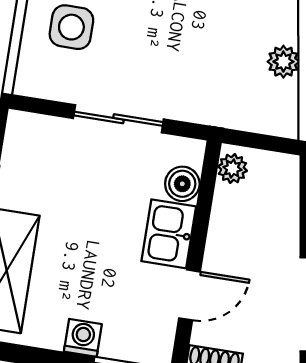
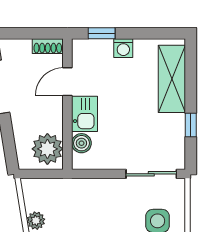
sliding door: (118, 119) -> (151, 174), moved
plant: (232, 168) -> (47, 149), width x1.88, depth x1.88

